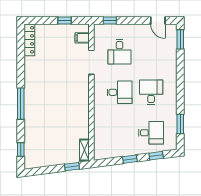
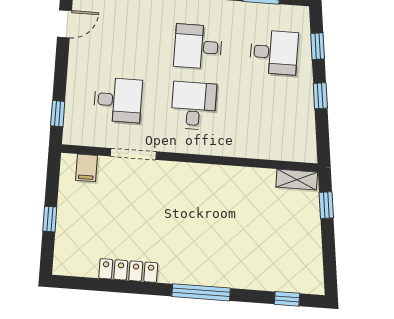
window: (65, 20) -> (50, 219), moved
locker: (29, 40) -> (128, 271), moved
desk: (151, 133) -> (274, 52), turned 90

